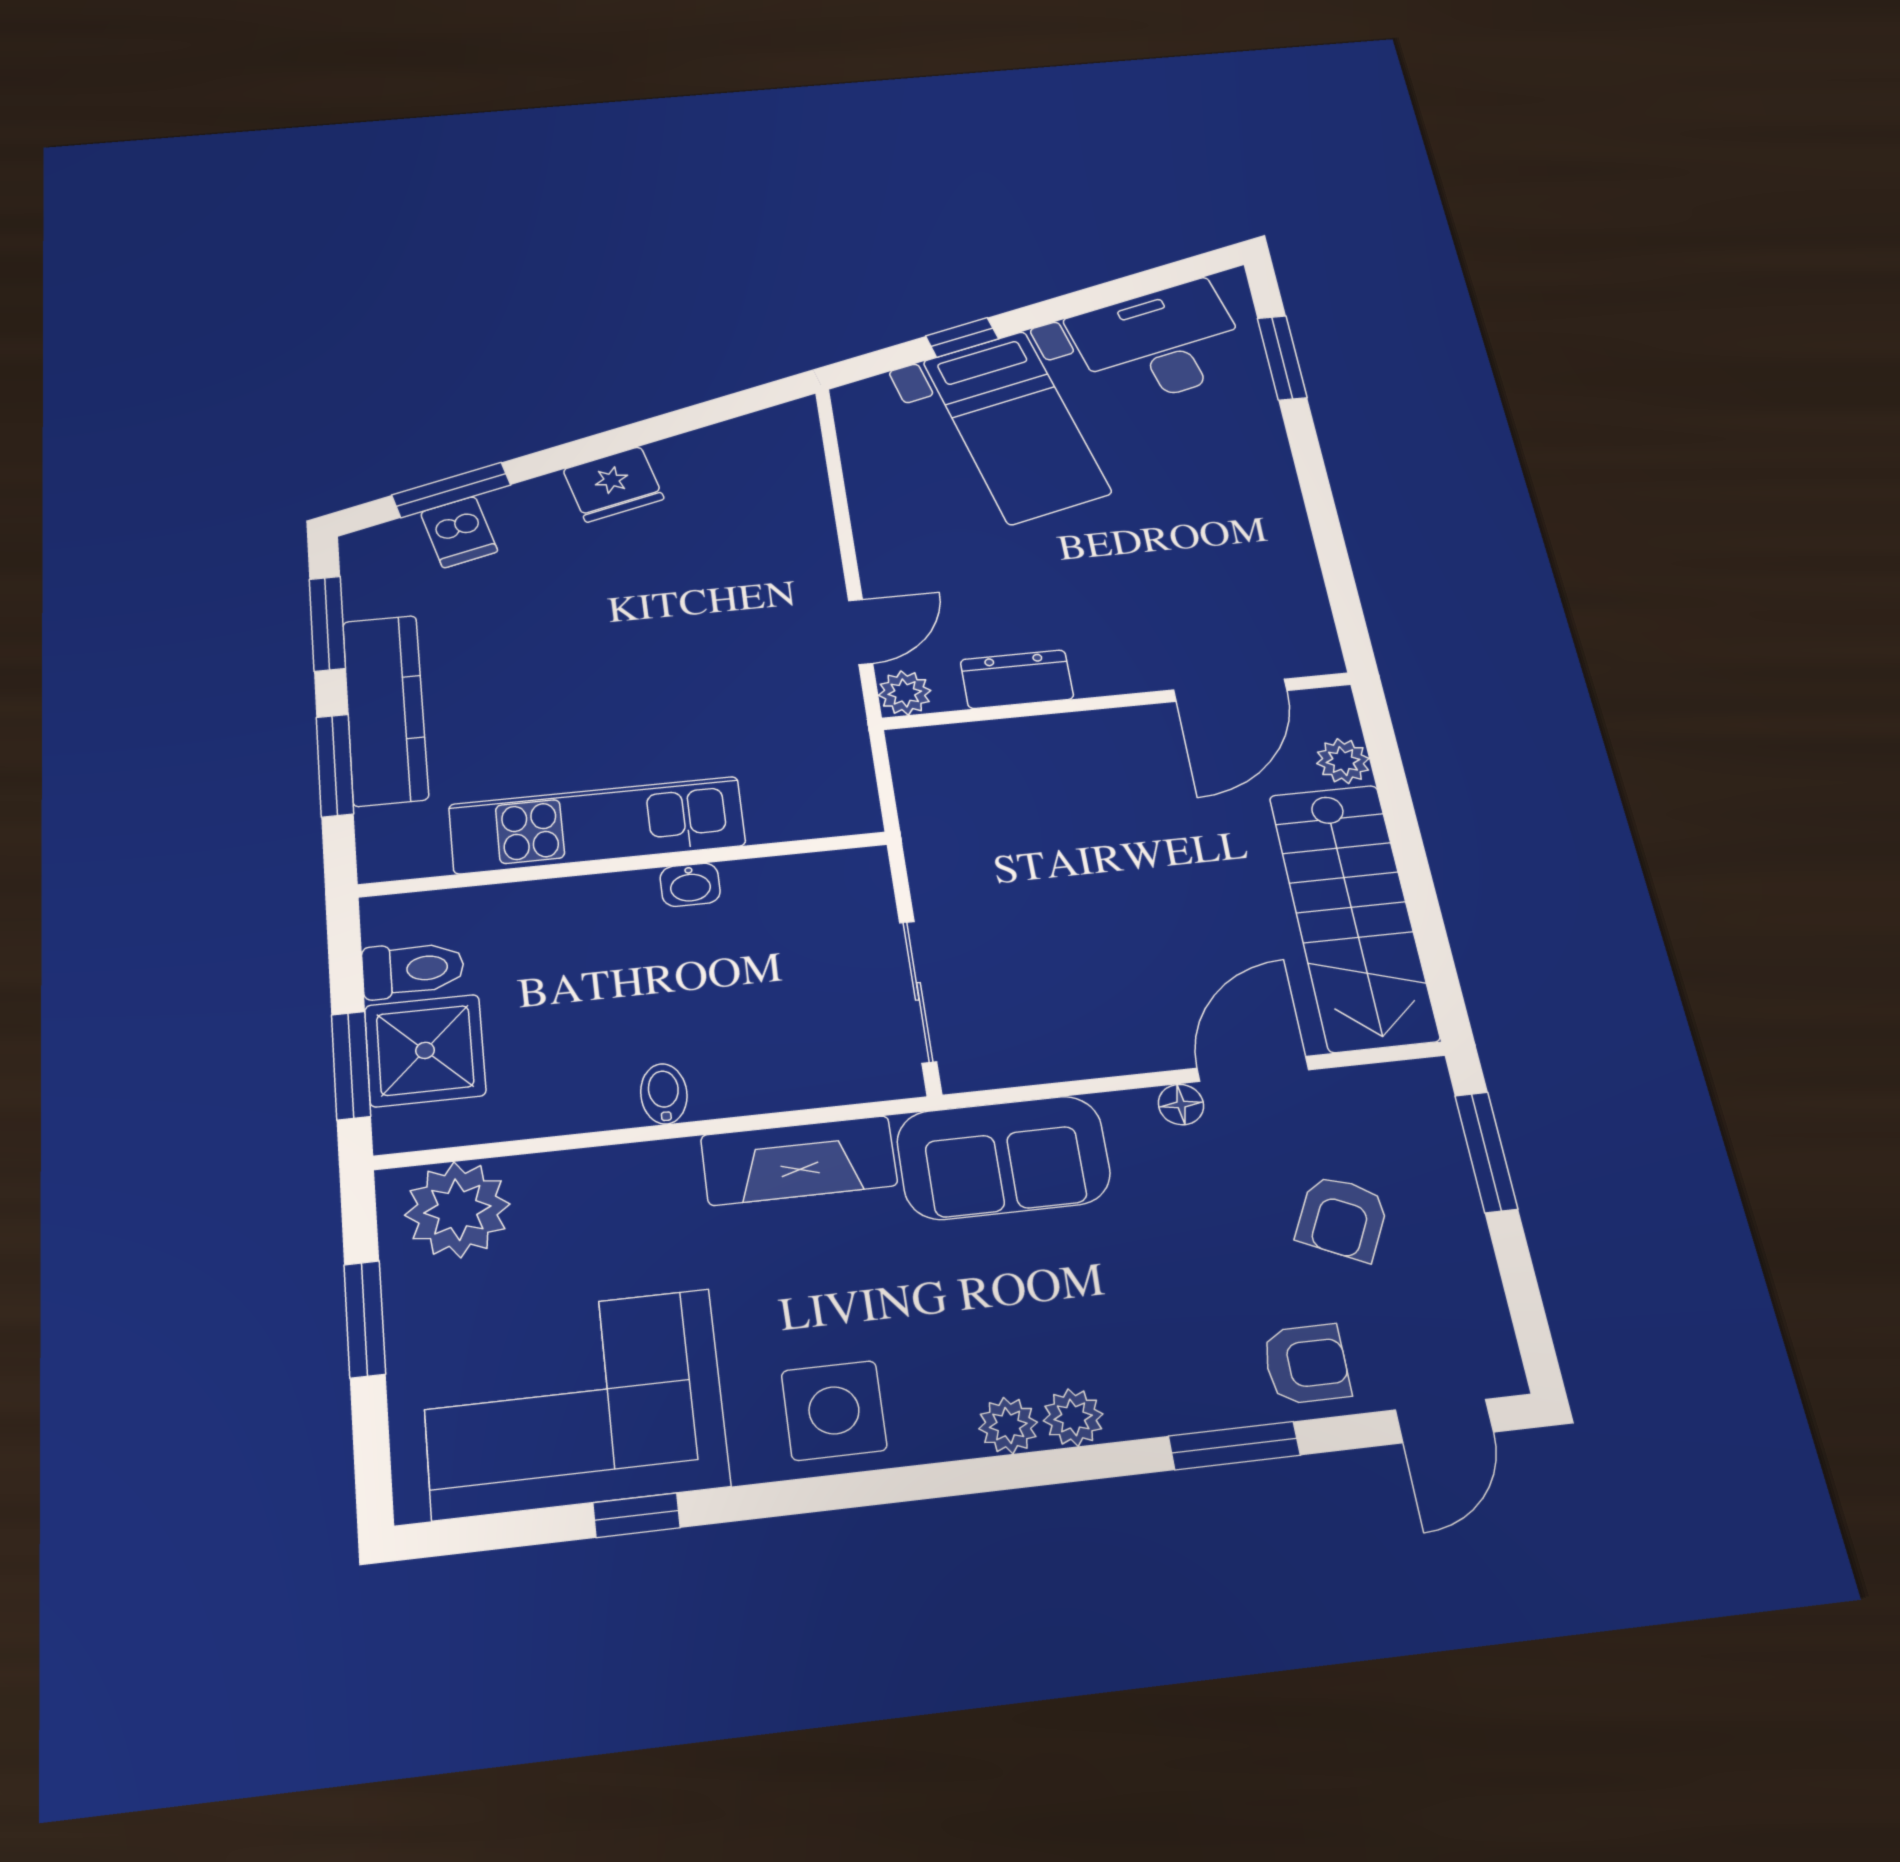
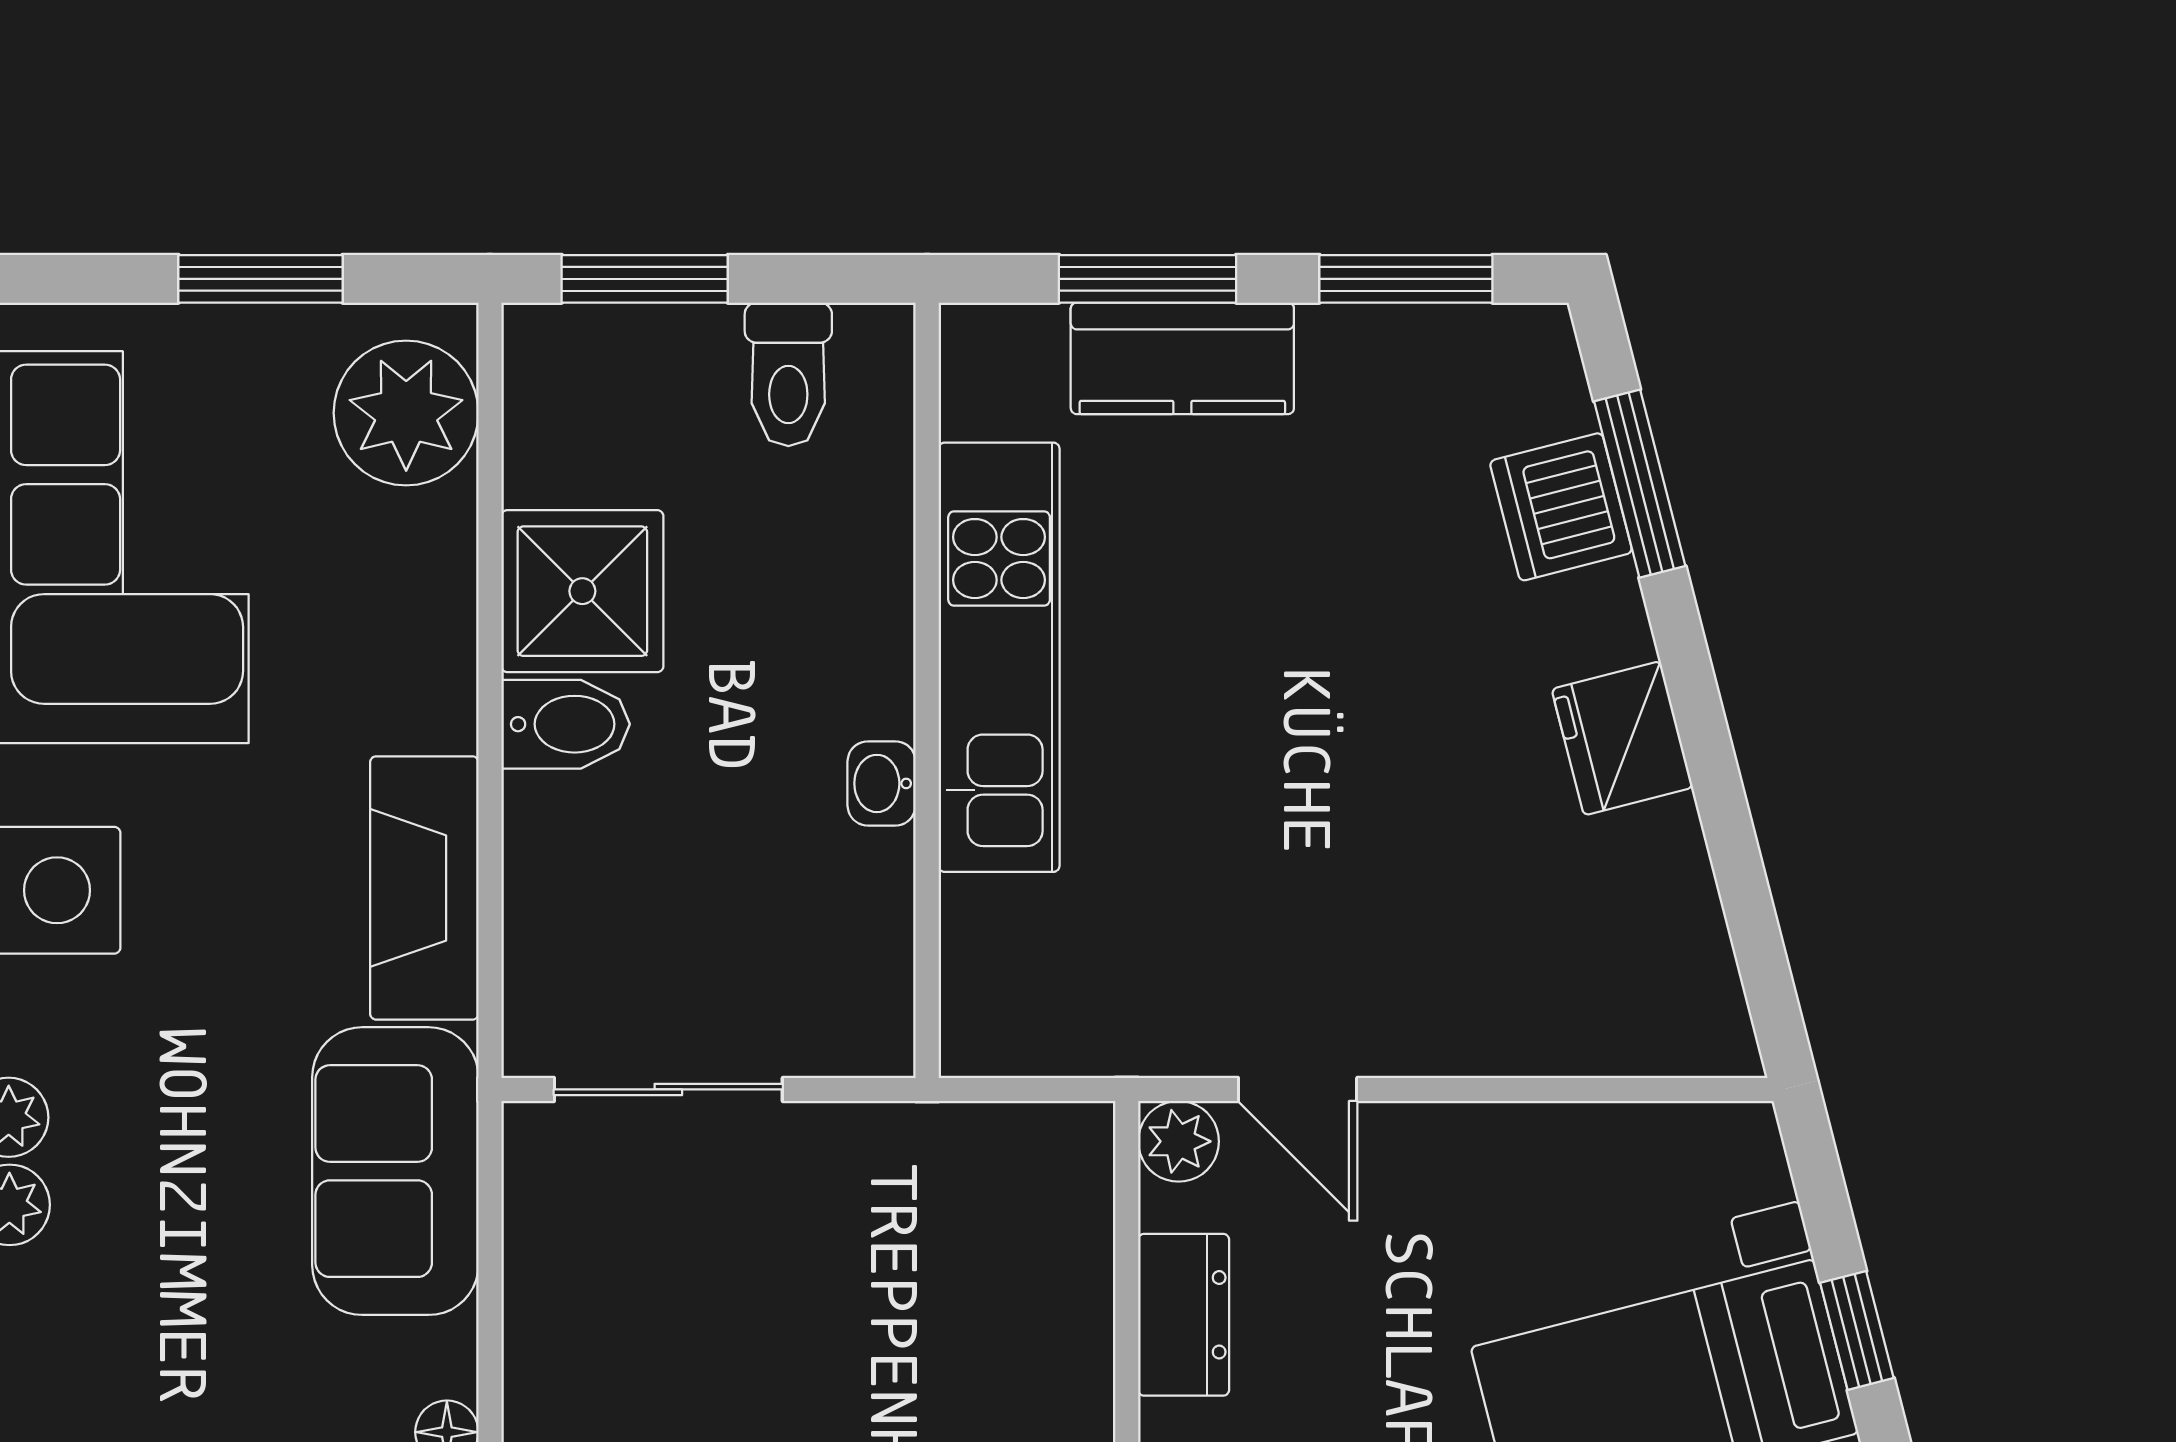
dishwasher: (459, 532) -> (1561, 507), width x1.38
kitchen counter: (385, 710) -> (1182, 358), width x0.67
shower: (425, 1050) -> (582, 591), moved
bidet: (664, 1094) -> (566, 724), width x1.38, depth x1.36

